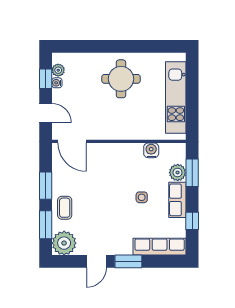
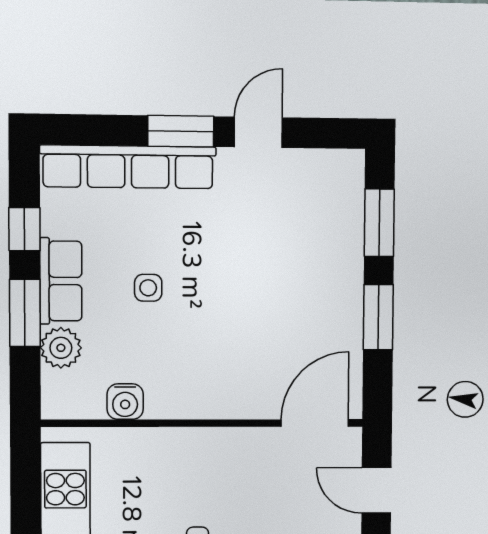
door: (72, 141) -> (315, 423), hinge flipped
window: (192, 173) -> (25, 313), moved
coffee table: (65, 208) -> (334, 264), removed
plant: (64, 243) -> (336, 178), removed
row of seats: (160, 247) -> (128, 167), width x1.36

